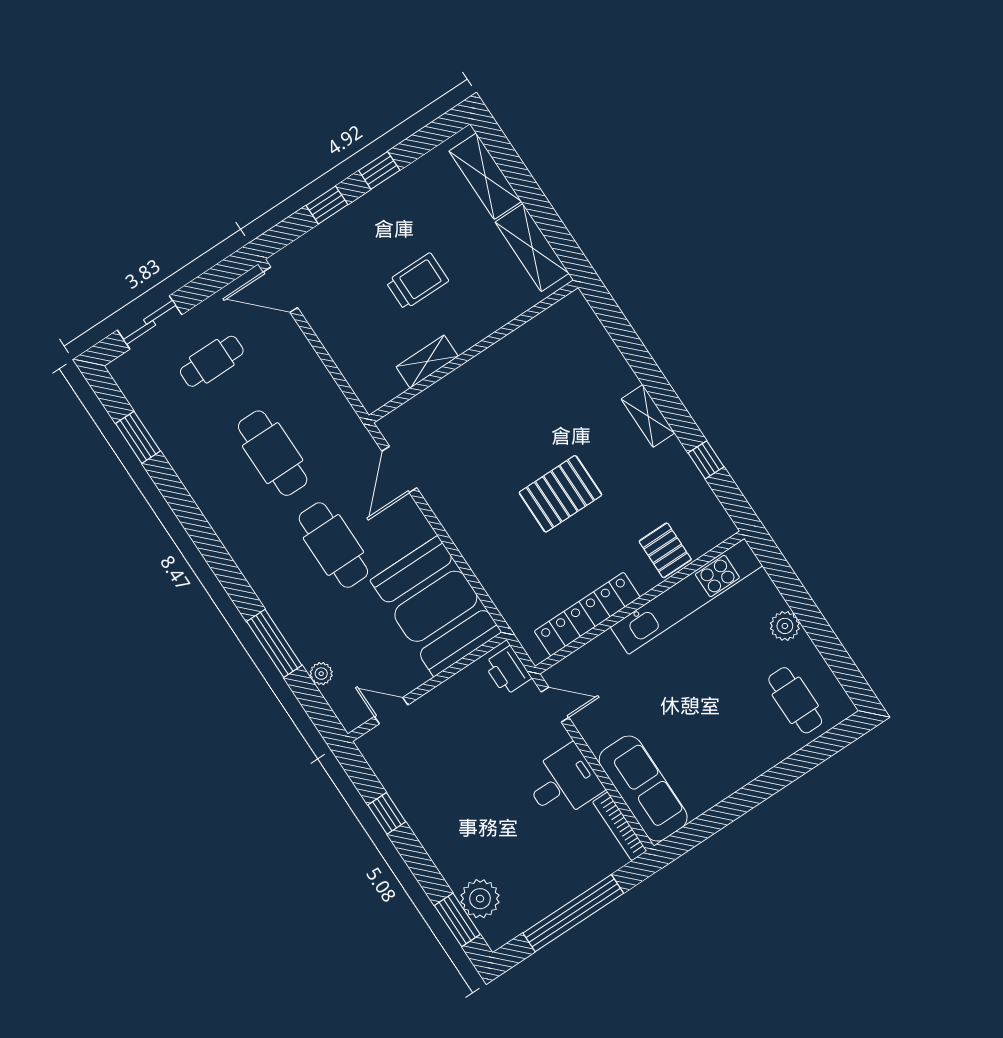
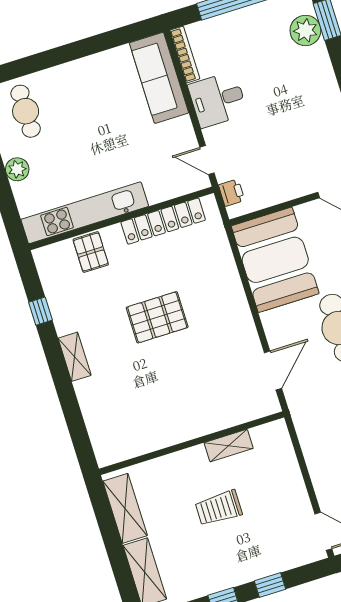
printer: (508, 671) -> (232, 193), width x0.73, depth x0.81

